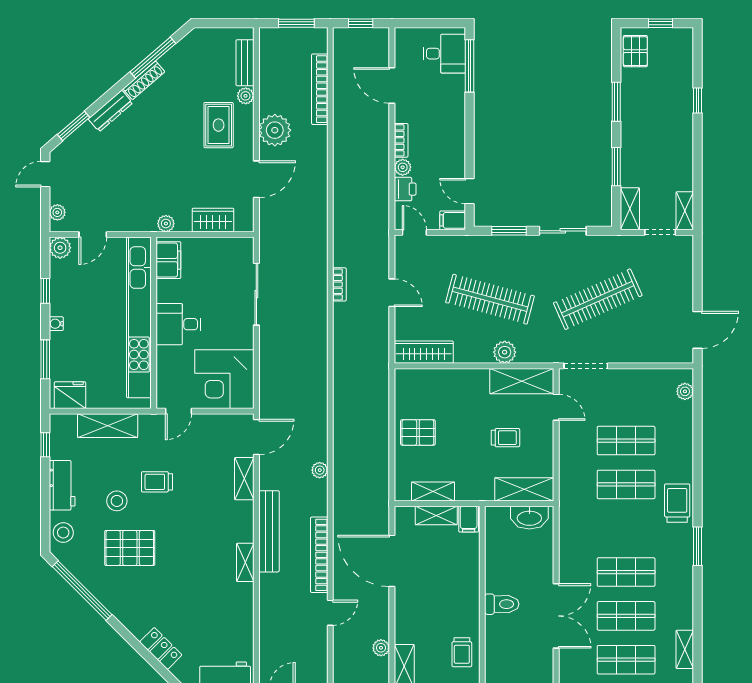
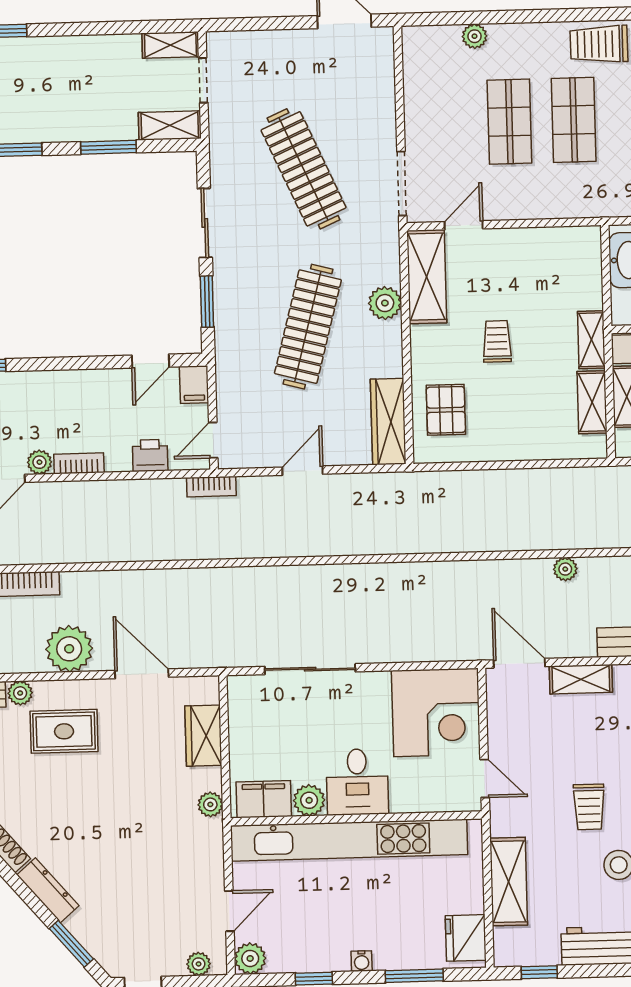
plant: (403, 167) -> (39, 462), moved
door: (93, 234) -> (229, 911), hinge flipped
bookcase: (339, 284) -> (211, 487), moved, turned 180
plant: (167, 291) -> (309, 800), added
plant: (685, 391) -> (475, 36), moved
pallet: (418, 432) -> (446, 410), moved
trolley: (505, 438) -> (497, 341), moved
shelving: (524, 489) -> (591, 340), moved, width x0.67, depth x0.75

